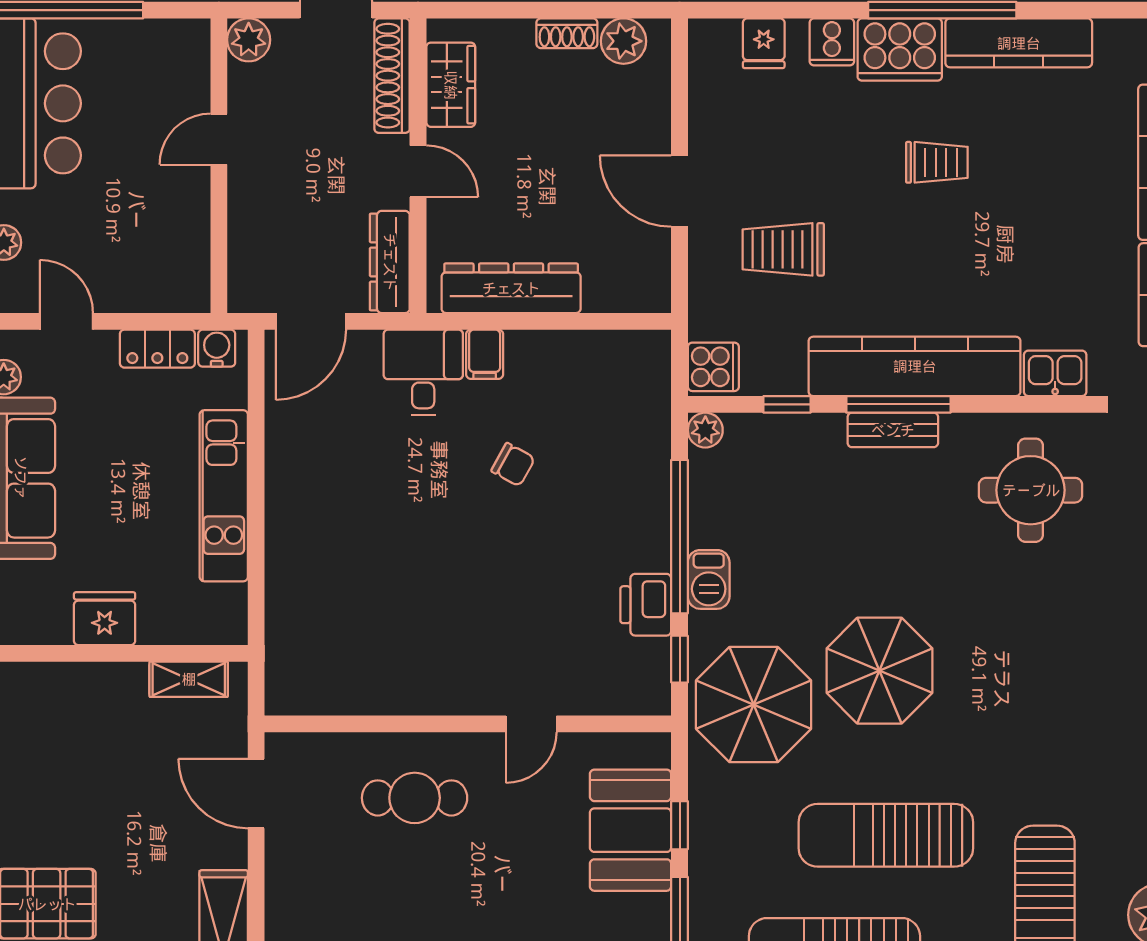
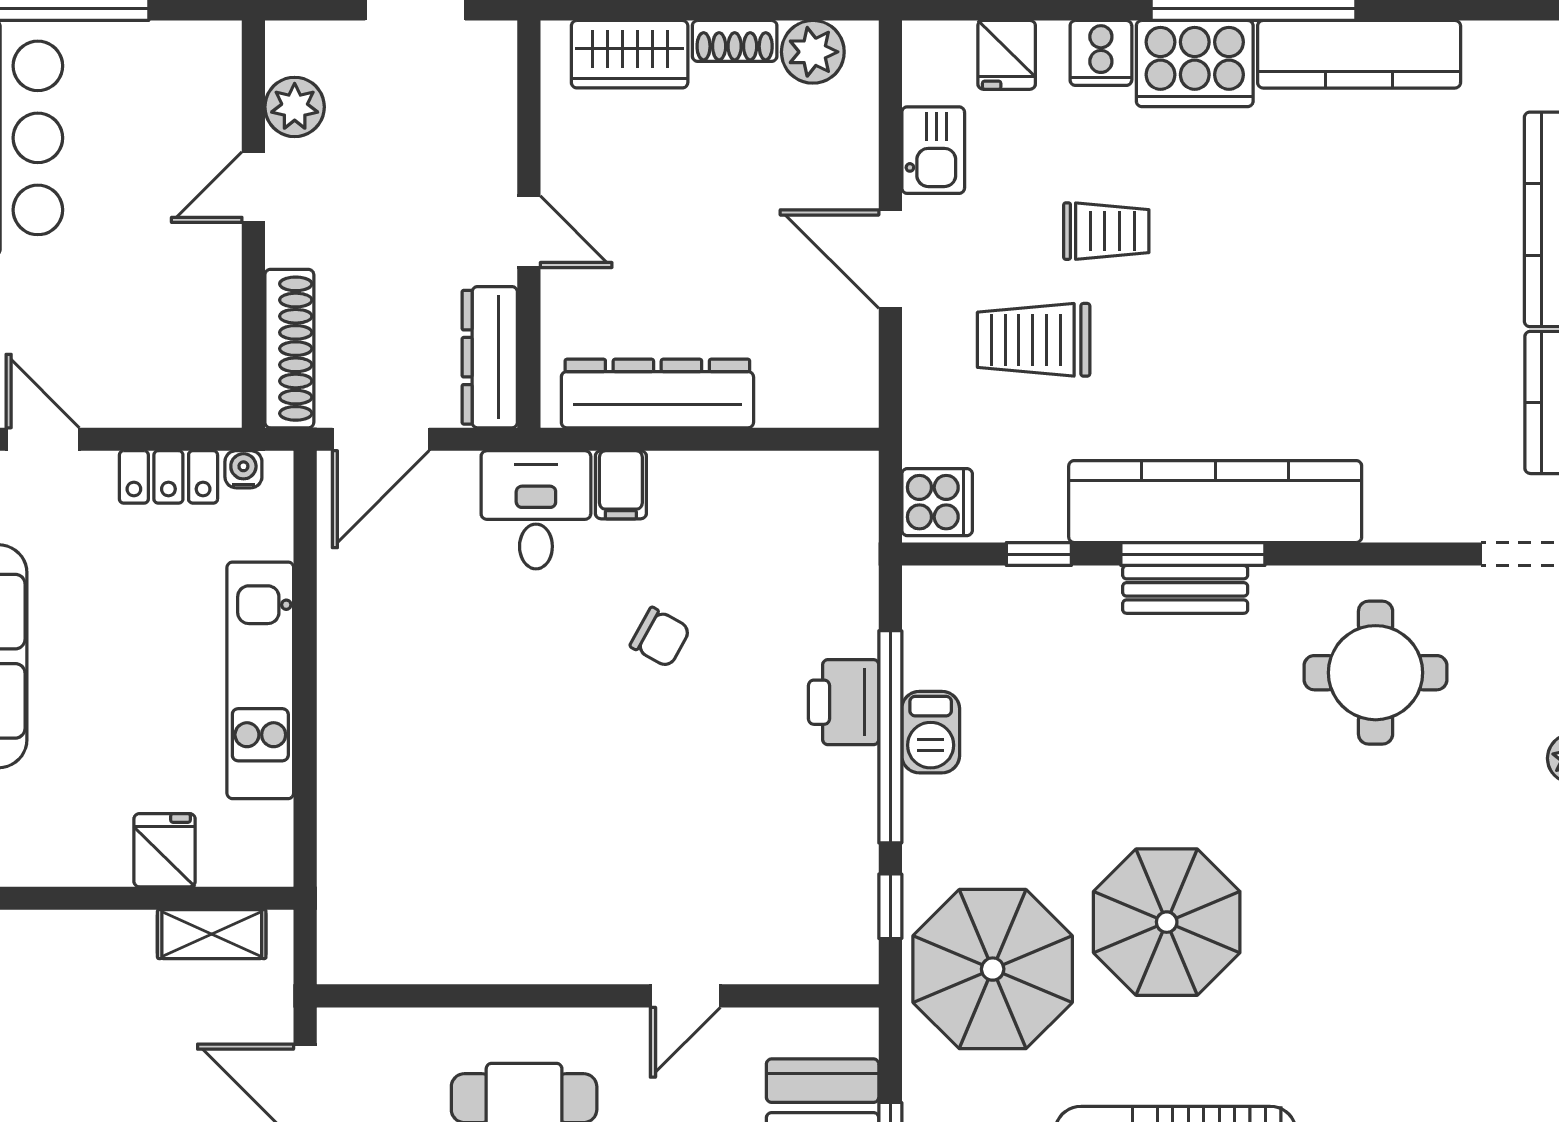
plant: (249, 40) -> (295, 107), moved
shoe rack: (392, 76) -> (289, 349), moved, turned 180
wardrobe: (451, 85) -> (630, 54), moved, turned 90
trolley: (937, 162) -> (1106, 231), moved
water cooler: (217, 348) -> (243, 469), width x0.72, depth x0.72
kitchen sink: (1055, 373) -> (933, 150), moved, turned 90
plant: (705, 430) -> (926, 590), removed
barbecue: (709, 579) -> (931, 732), moved
printer: (646, 605) -> (844, 702), moved
fridge: (105, 619) -> (165, 850), moved, width x0.72

